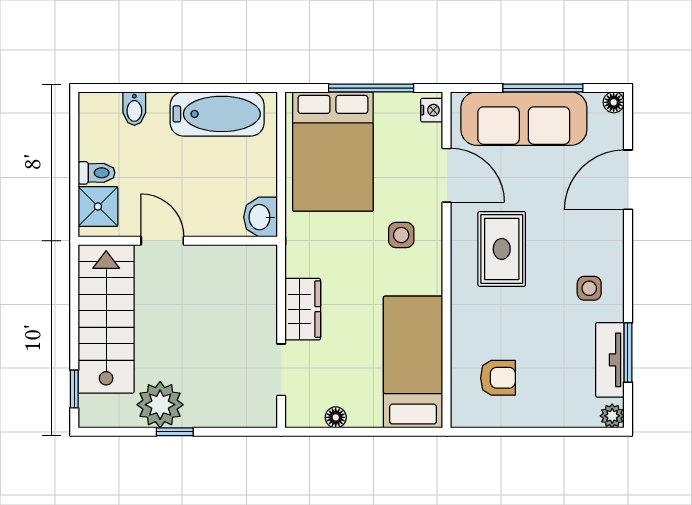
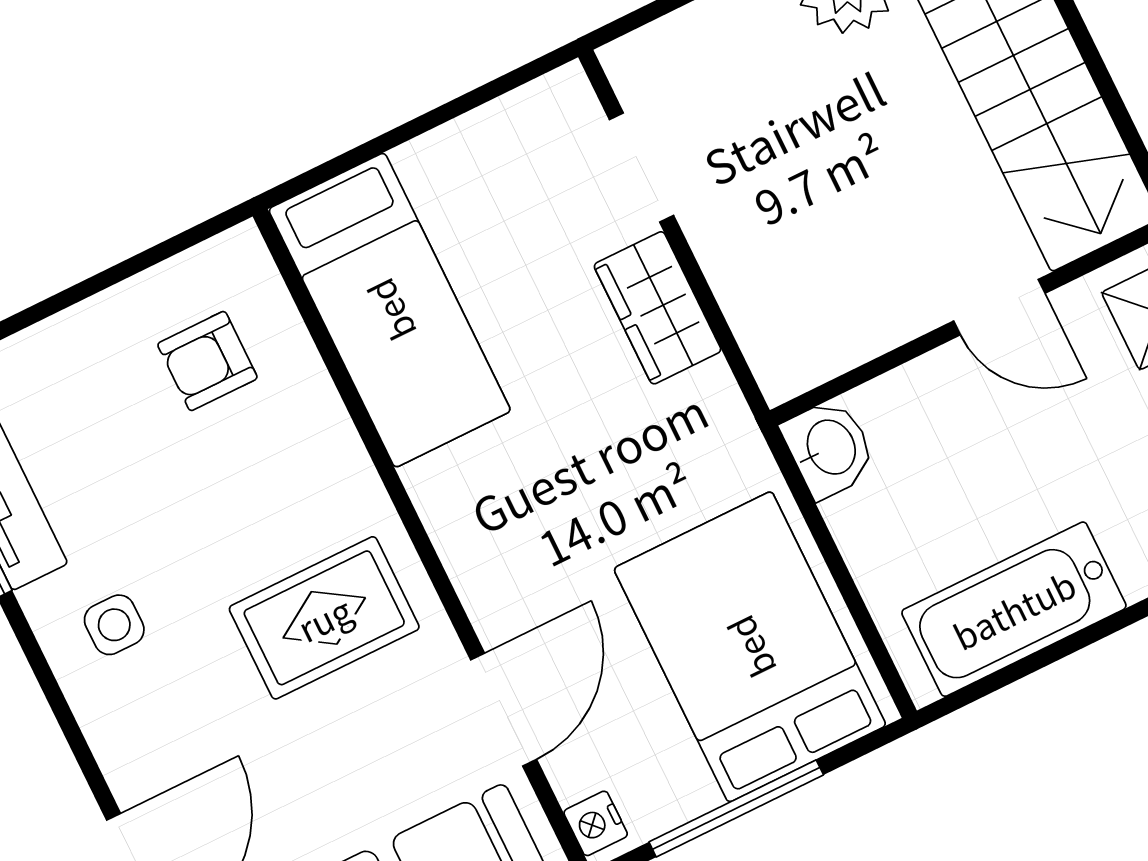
door: (447, 175) -> (504, 710), swing flipped
side table: (401, 235) -> (535, 548), removed
rug: (502, 249) -> (324, 618), turned 90
floor lamp: (336, 417) -> (488, 127), removed

